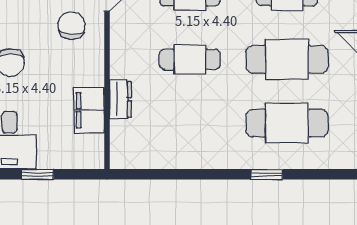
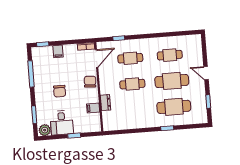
chair: (71, 25) -> (90, 82), moved
filing cabinet: (89, 110) -> (93, 108), width x0.50

